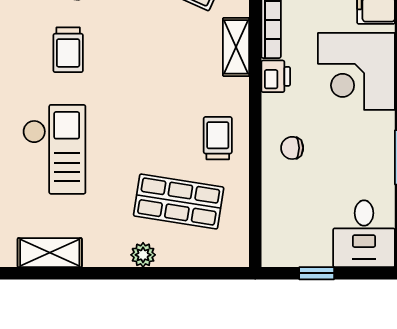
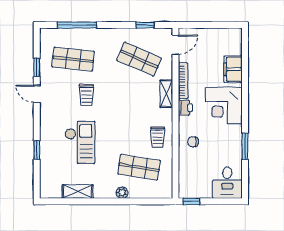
trolley: (218, 138) -> (158, 137), turned 180
window: (317, 273) -> (191, 201), moved

